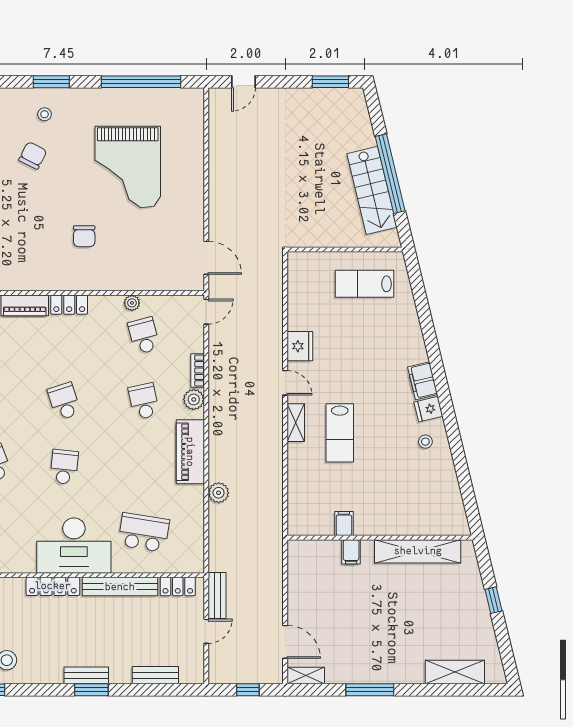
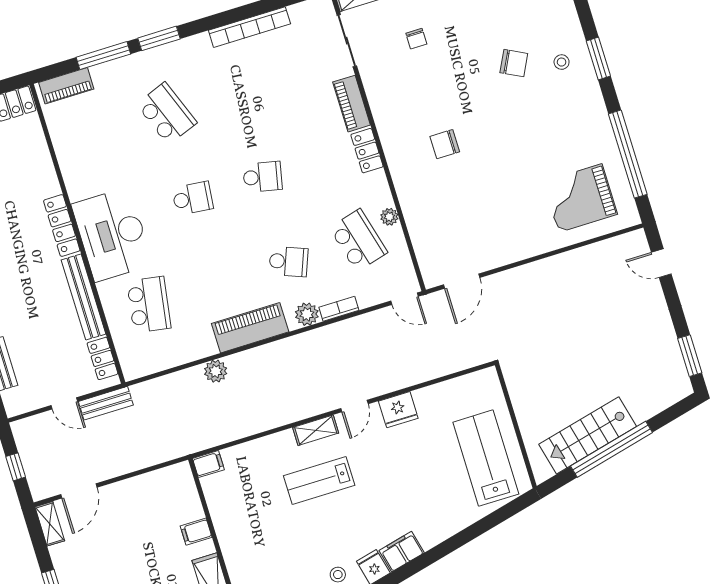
grand piano: (128, 167) -> (580, 198), moved, width x0.73, depth x0.68
lab bench: (364, 284) -> (486, 458), width x1.36, depth x1.39
school desk: (144, 336) -> (358, 240), width x1.85
school desk: (64, 401) -> (262, 177), turned 30
school desk: (144, 401) -> (289, 262), turned 33
filing cabinet: (344, 524) -> (208, 464), moved

